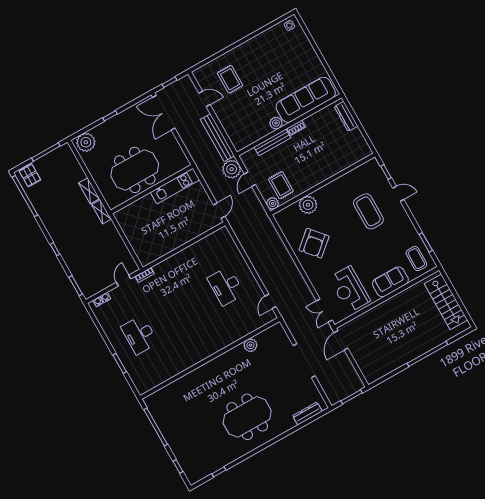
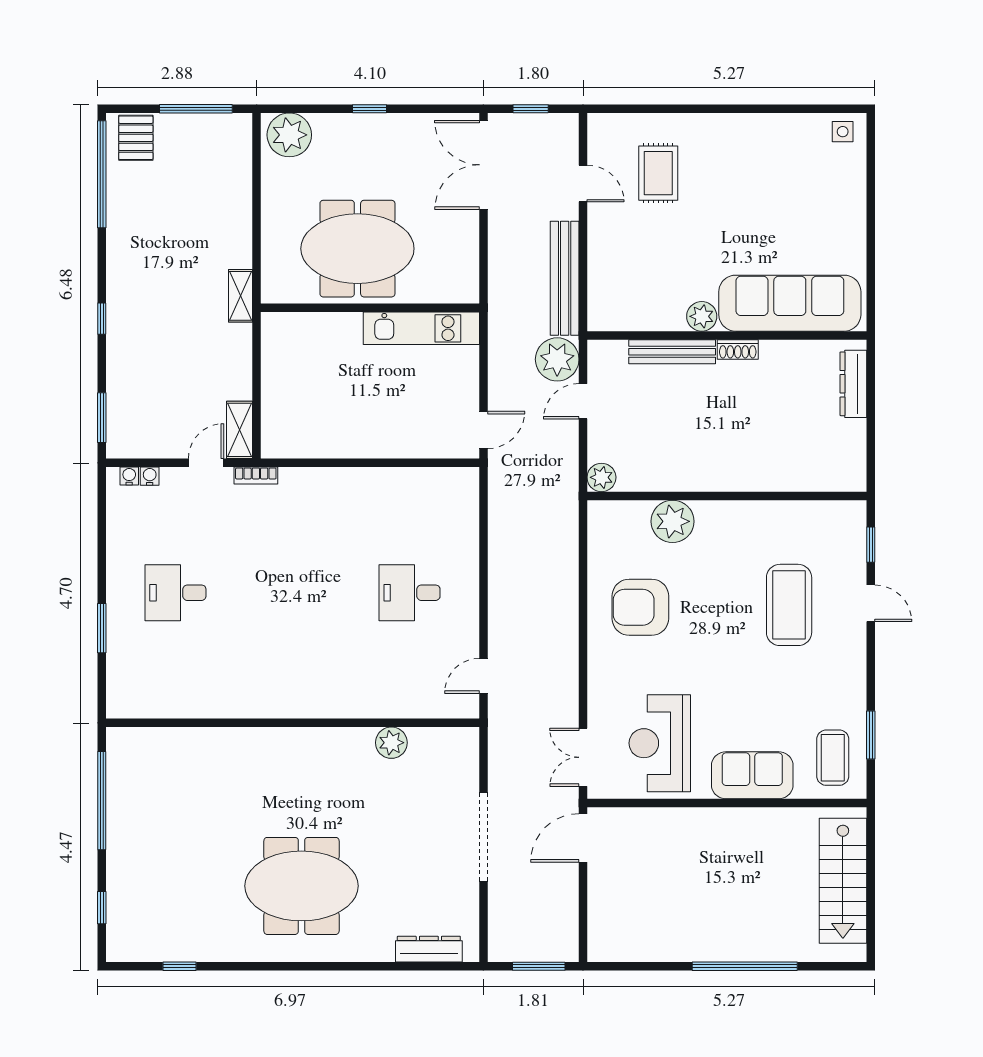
rug: (281, 185) -> (640, 450), removed
shelving: (89, 191) -> (240, 430), moved
armchair: (314, 243) -> (640, 607), turned 41
desk: (226, 286) -> (410, 593), width x0.73
desk: (139, 335) -> (176, 593), width x0.73

